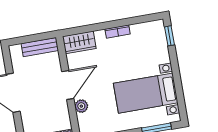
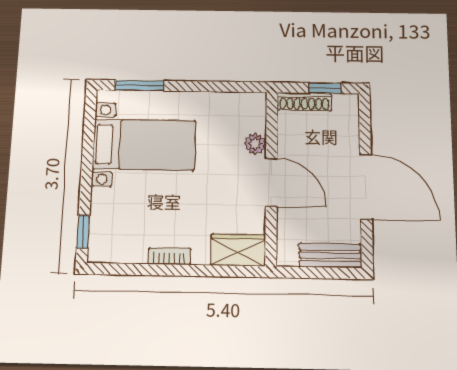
bench: (40, 47) -> (330, 255), moved
door: (68, 85) -> (271, 182), swing flipped

